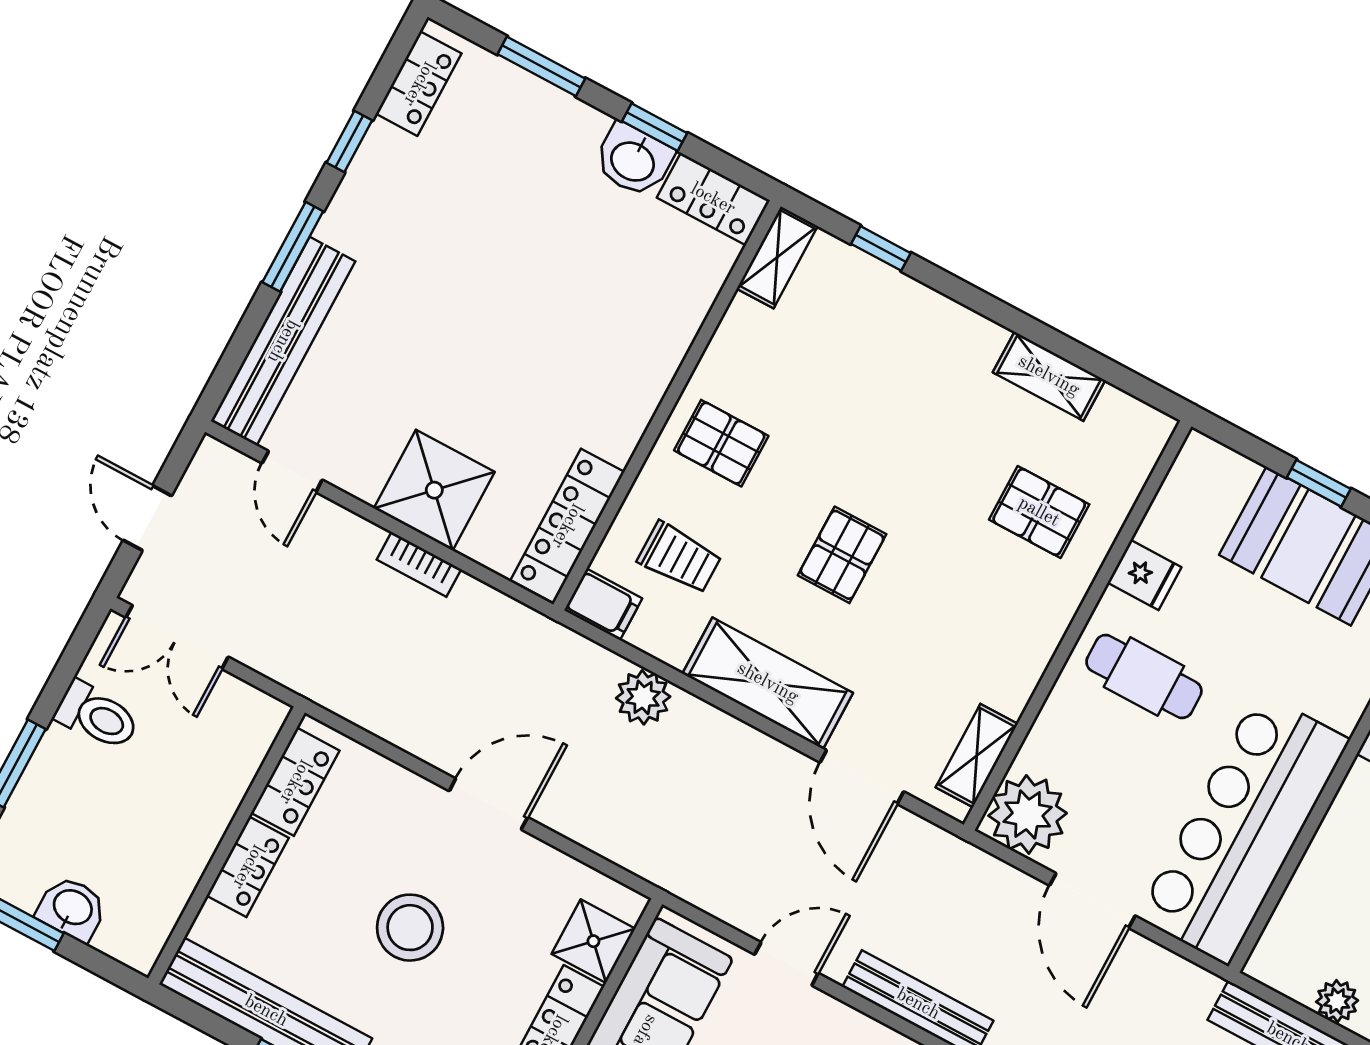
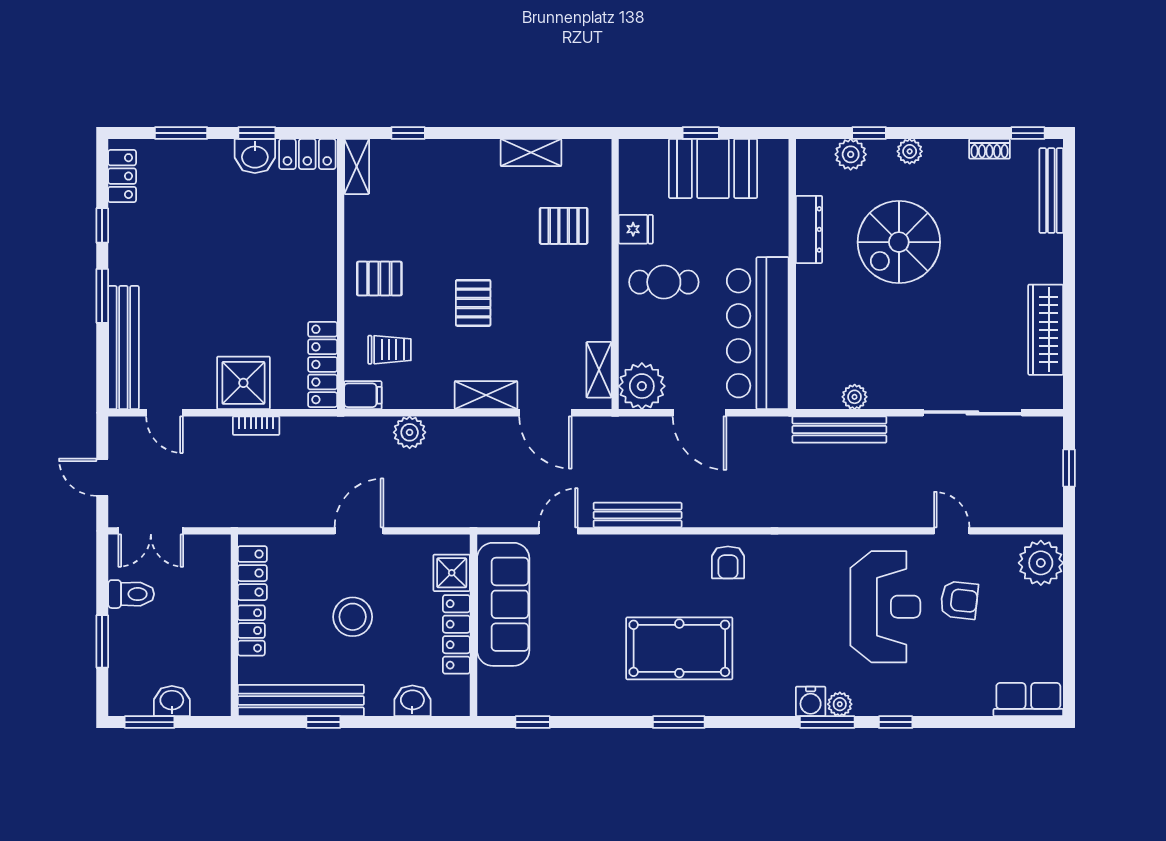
shelving: (768, 683) -> (486, 395), width x0.67, depth x0.75

